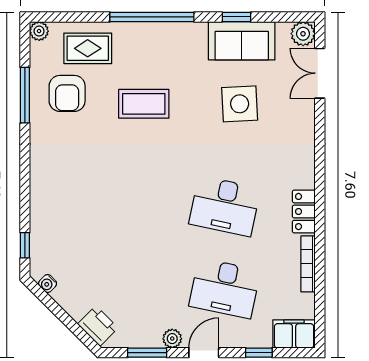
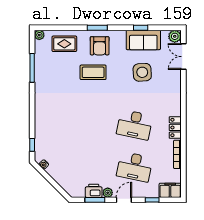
window: (152, 17) -> (97, 28), width x0.47
armchair: (67, 93) -> (100, 46), moved
printer: (98, 326) -> (94, 191), moved, turned -45

